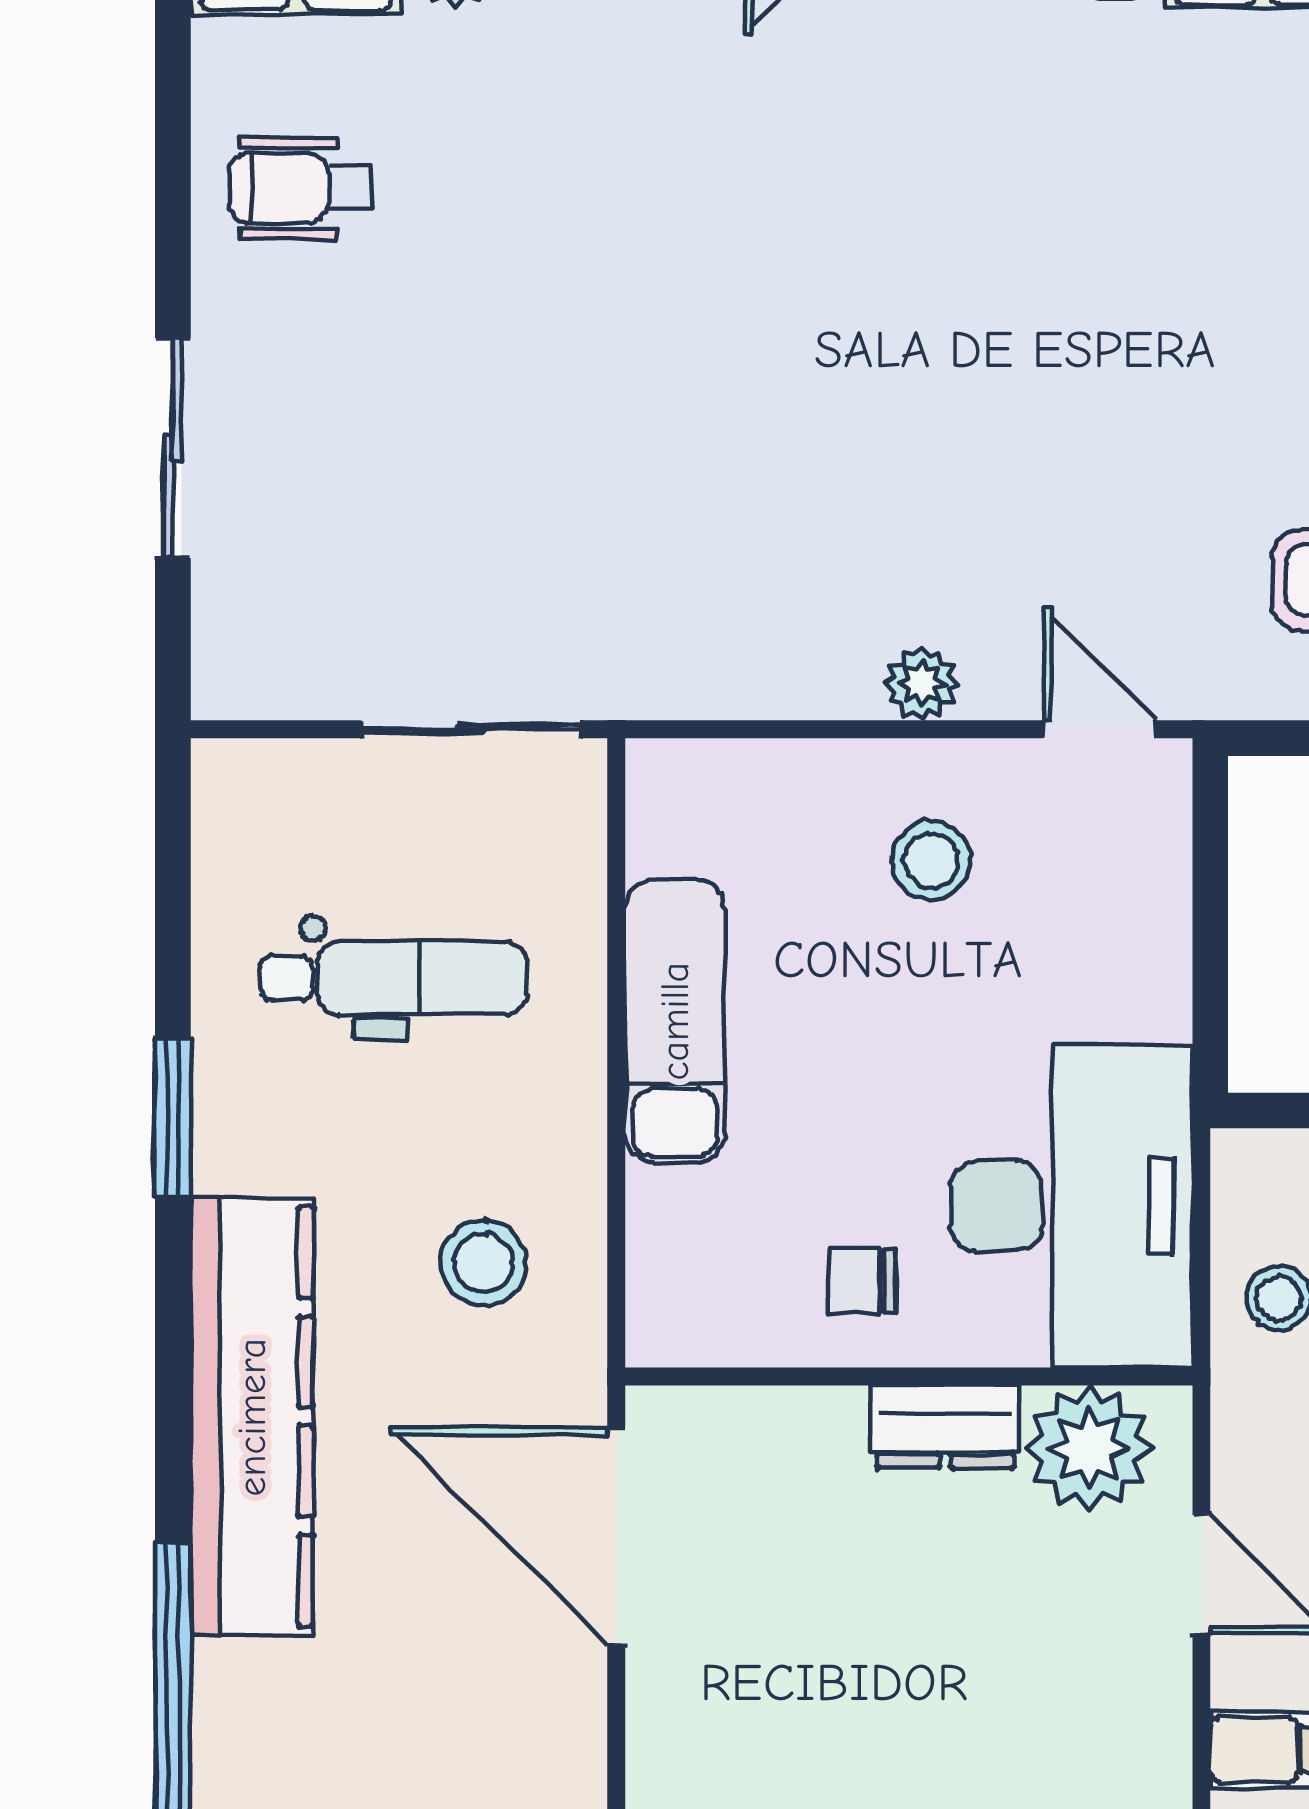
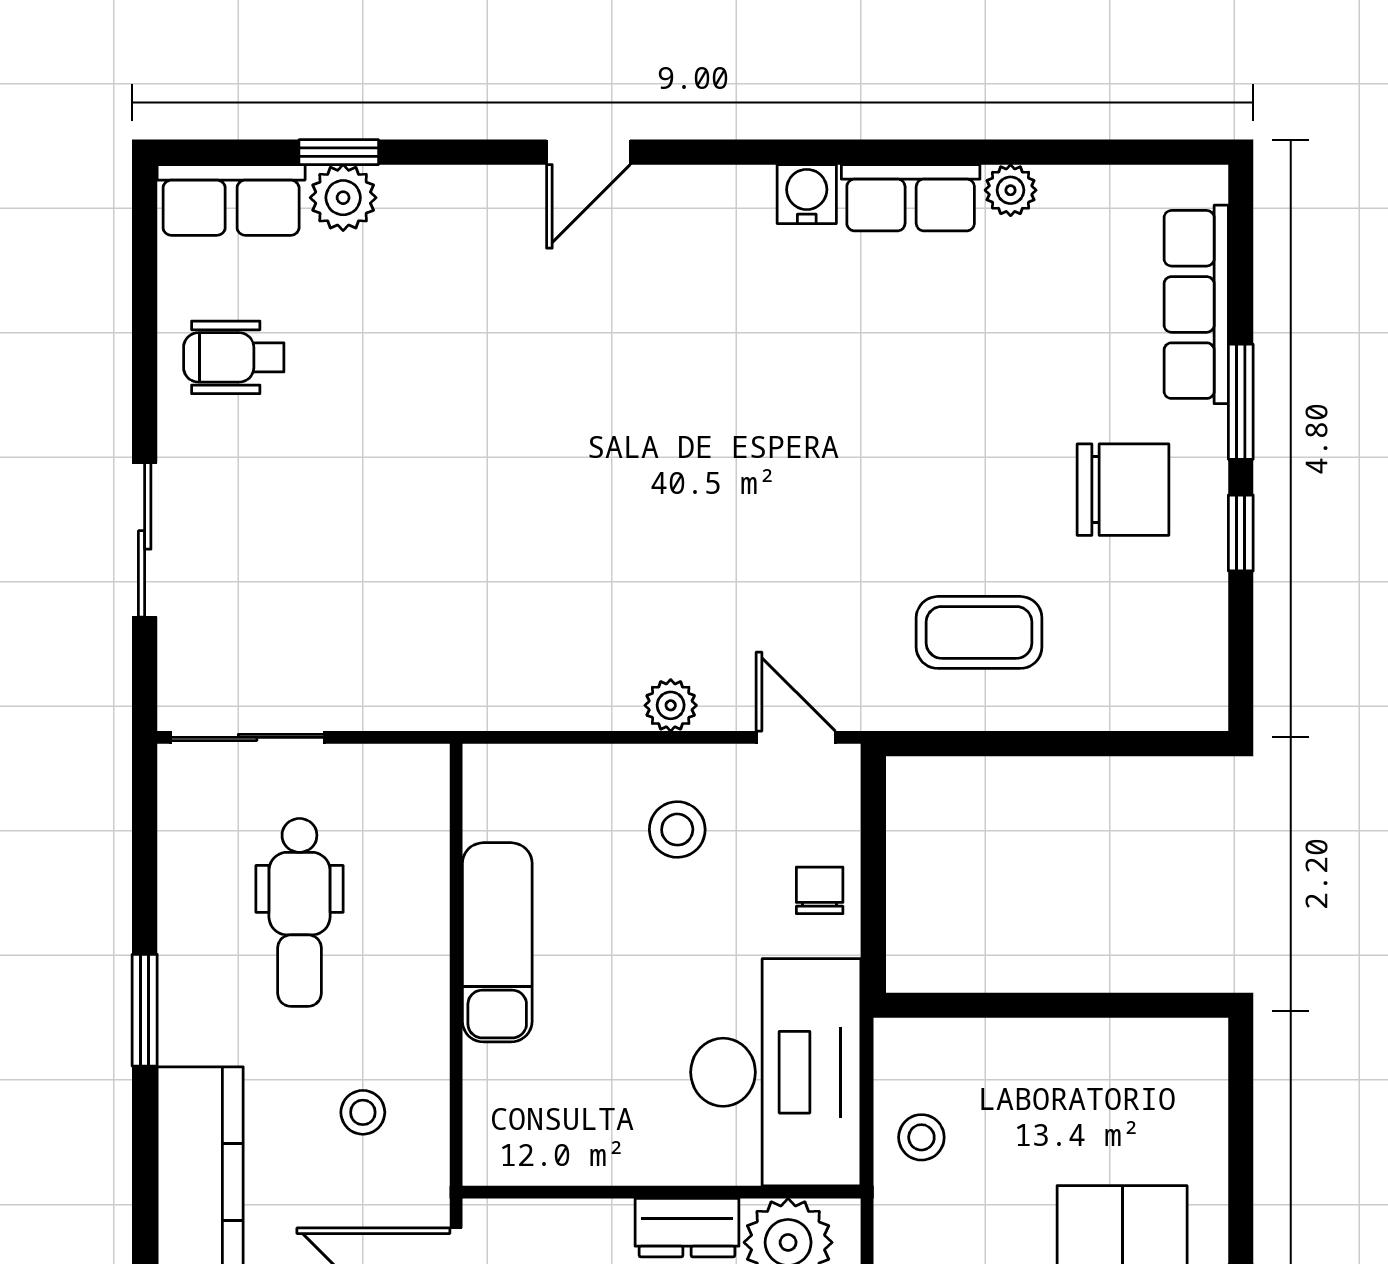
sliding door: (471, 729) -> (248, 737), moved
dental chair: (393, 978) -> (299, 912), turned 90
stool: (484, 1263) -> (363, 1112), width x0.73, depth x0.73
chair: (863, 1281) -> (820, 890), moved, turned 90

